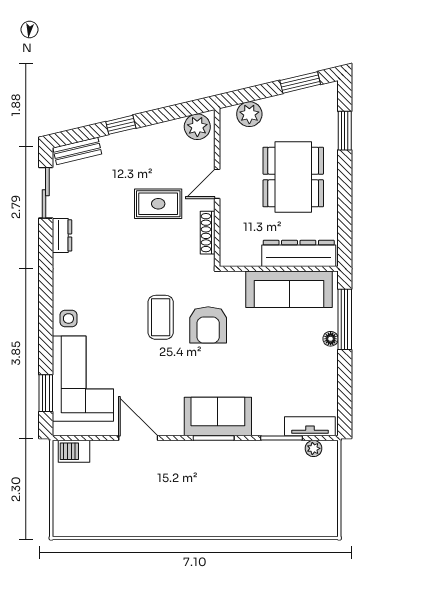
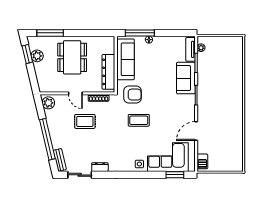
plant: (249, 114) -> (37, 56), moved
window: (121, 125) -> (47, 139), width x3.17
window: (345, 131) -> (50, 33), width x1.44
dining table: (293, 177) -> (72, 57), turned 90
rug: (158, 204) -> (85, 121), turned 90
dresser: (299, 253) -> (108, 72), moved
armchair: (208, 325) -> (132, 95), moved
sofa: (218, 416) -> (186, 78), moved

